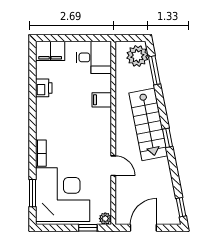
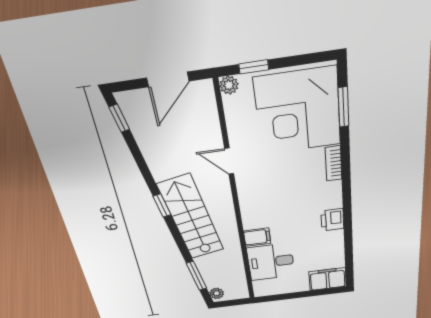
plant: (137, 56) -> (217, 293), width x0.53, depth x0.53
desk: (94, 57) -> (271, 262), moved
printer: (44, 88) -> (332, 220), moved

